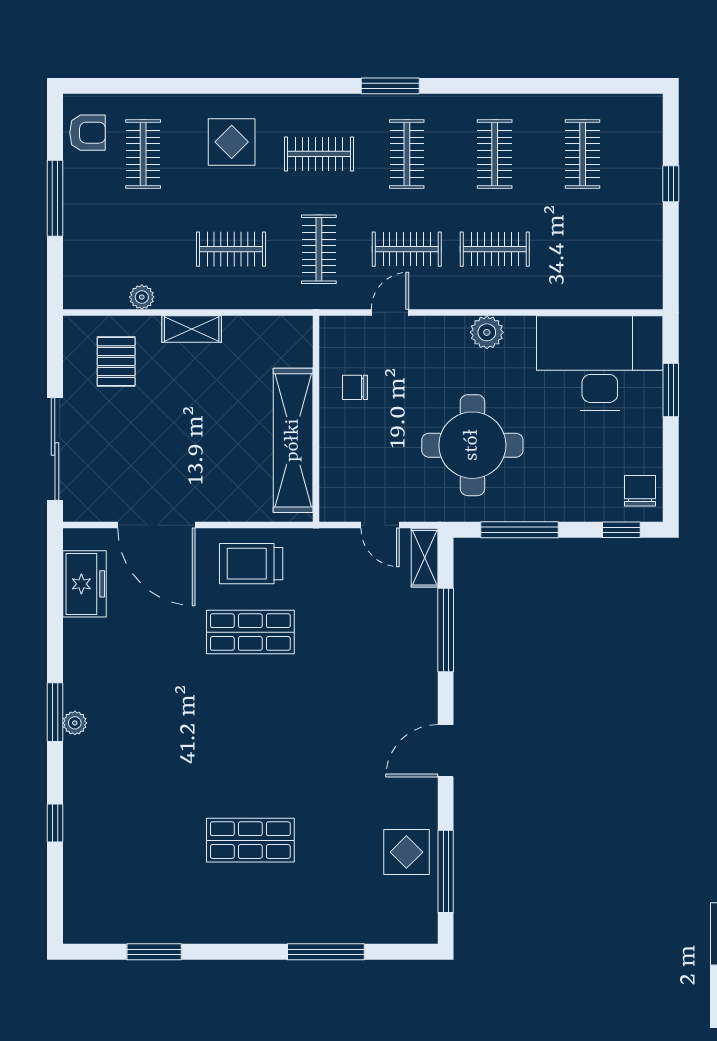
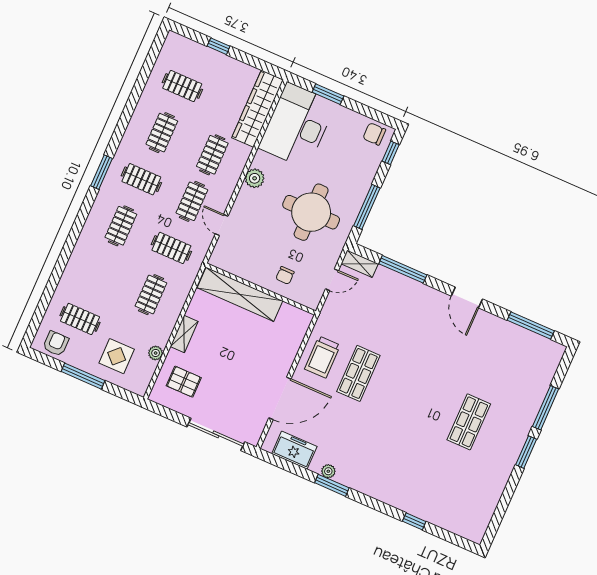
display table: (232, 142) -> (117, 356), moved
clothes rail: (495, 154) -> (162, 133), turned 90
wardrobe: (599, 289) -> (258, 109), added
chair: (355, 387) -> (285, 275), moved
shelving: (293, 440) -> (240, 294), moved
window: (55, 712) -> (332, 485), moved
plant: (75, 723) -> (328, 471), moved
display table: (406, 852) -> (511, 342), removed
window: (154, 952) -> (526, 452), moved

